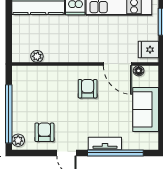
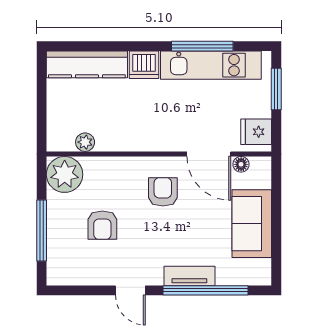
window: (9, 114) -> (42, 230), width x0.68
armchair: (44, 132) -> (102, 225), moved, turned 180
plant: (18, 140) -> (65, 174), moved, width x1.88, depth x1.88

